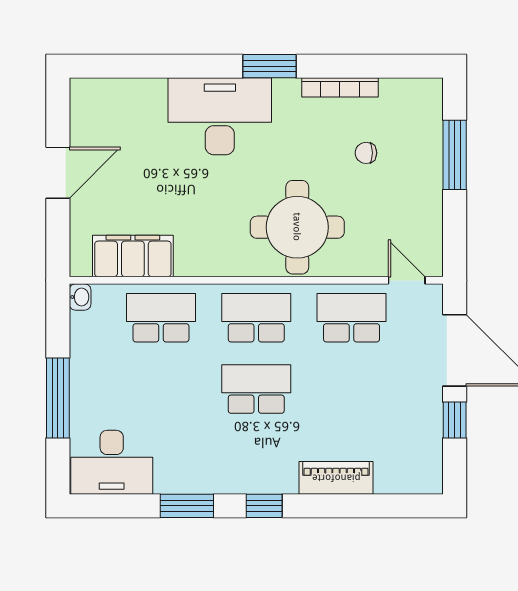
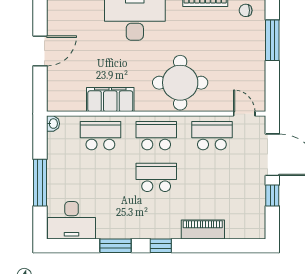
chair: (366, 153) -> (246, 10), moved
filing cabinet: (133, 256) -> (110, 100), moved

